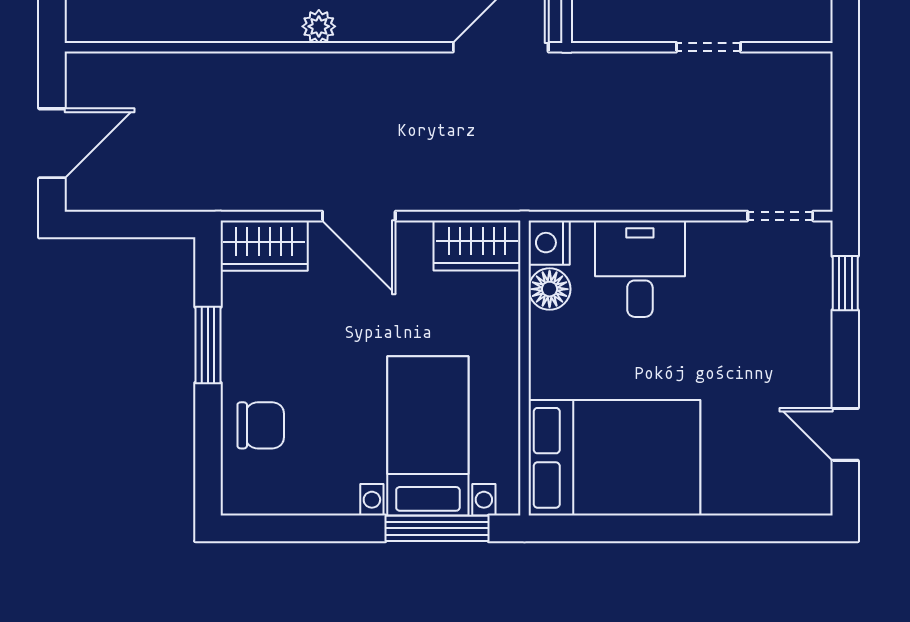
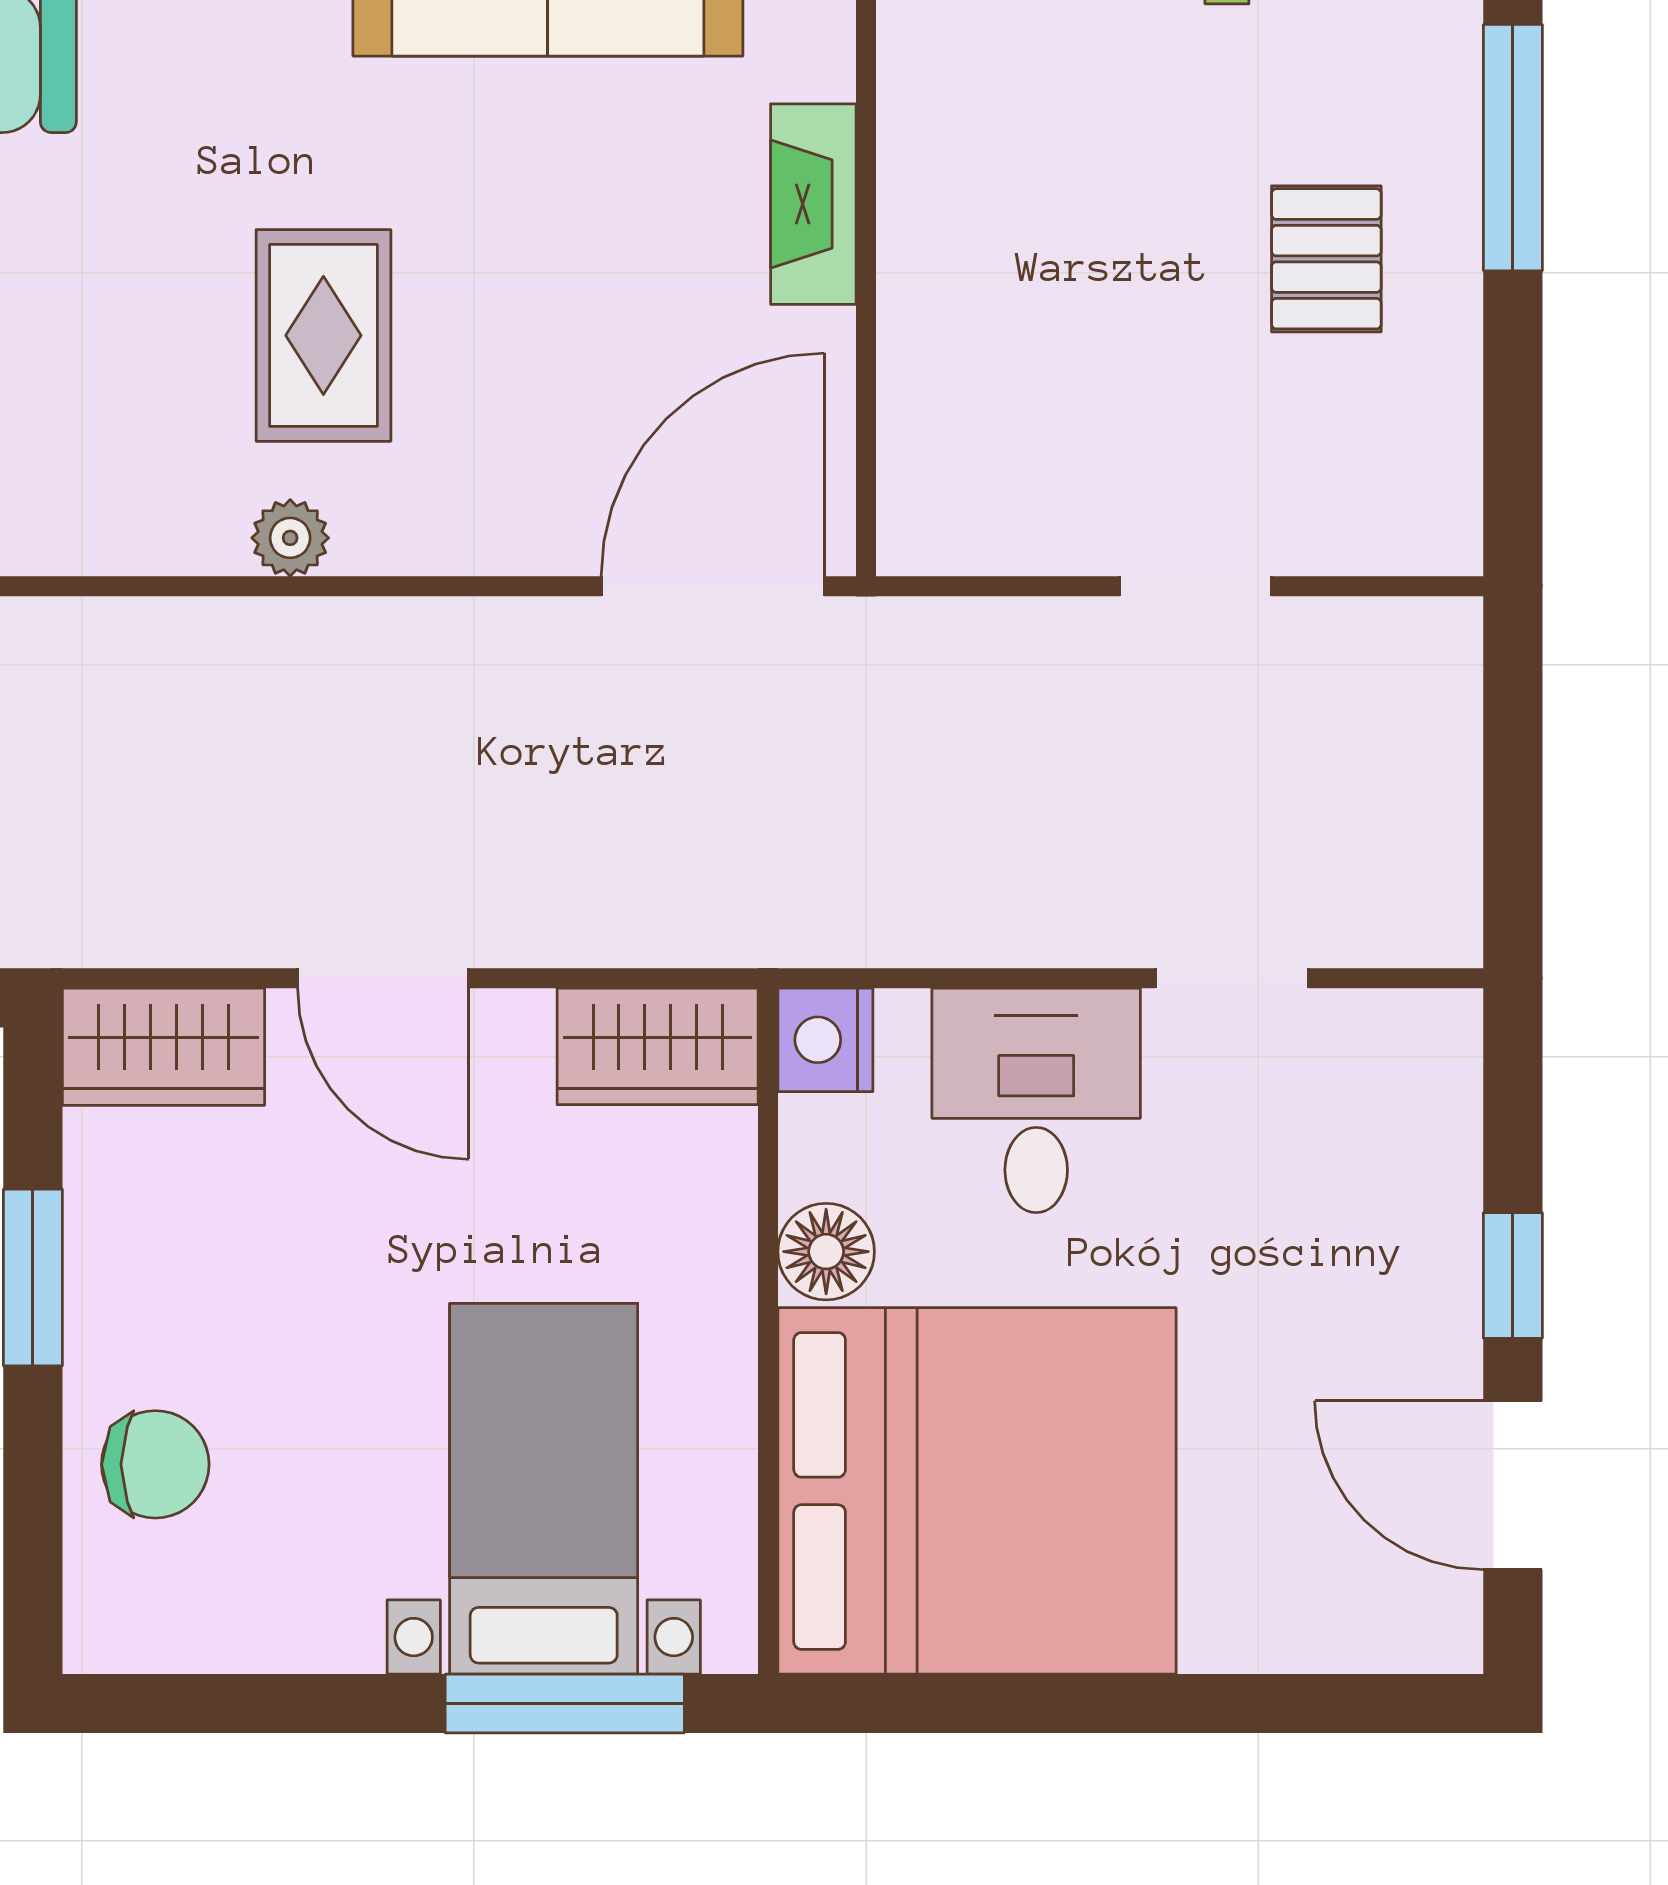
doorway: (780, 216) -> (1232, 978), moved
window: (845, 283) -> (1513, 1275), moved
floor lamp: (550, 289) -> (826, 1252), moved
door: (845, 434) -> (1513, 1485), width x1.38
bed: (614, 458) -> (977, 1491), width x1.36

